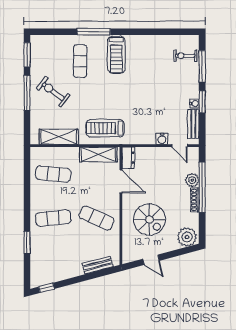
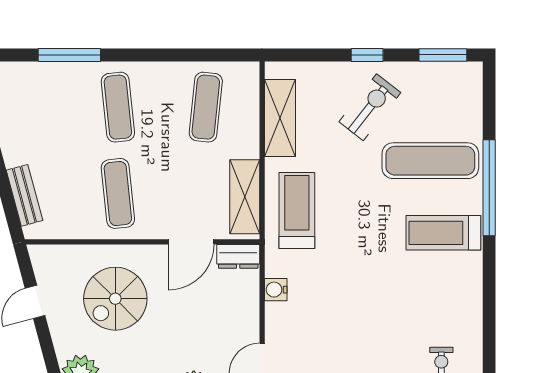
window: (94, 32) -> (489, 188), width x1.46
exercise mat: (80, 61) -> (430, 161), width x1.36, depth x1.45
window: (27, 93) -> (367, 55), width x0.46
water cooler: (162, 139) -> (276, 290), moved
exercise mat: (97, 218) -> (118, 193), turned -30
window: (27, 242) -> (69, 55), width x1.44

